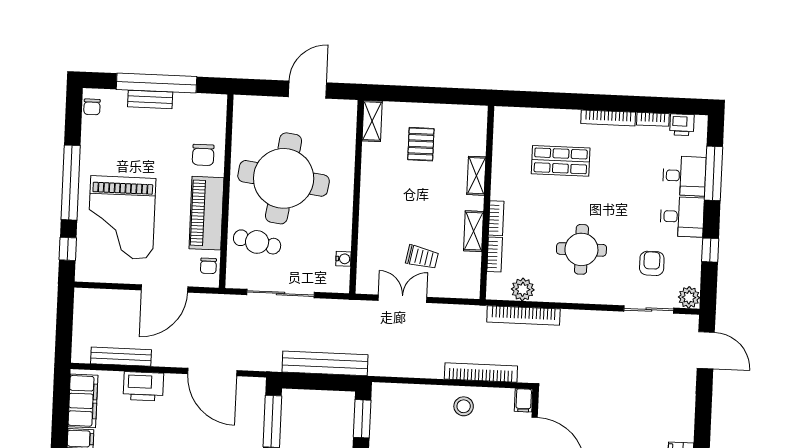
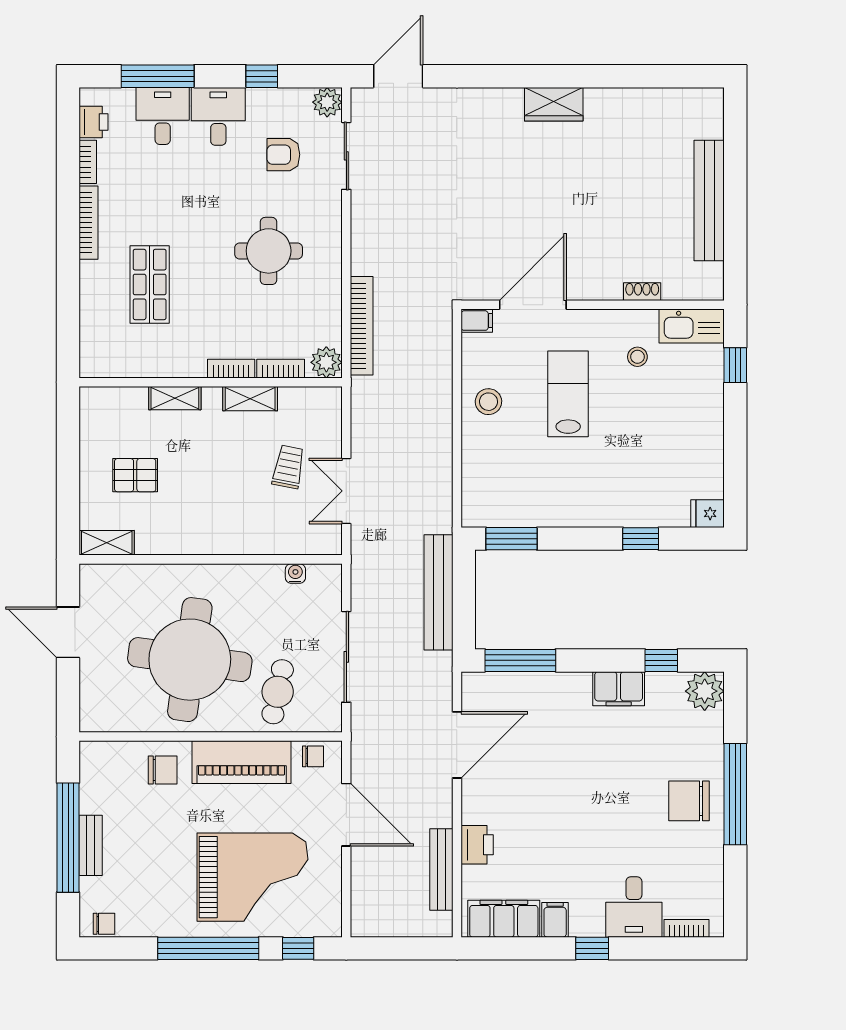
plant: (523, 289) -> (326, 362), moved
bookcase: (481, 373) -> (442, 380), removed
printer: (143, 386) -> (477, 845), width x0.73, depth x0.84

